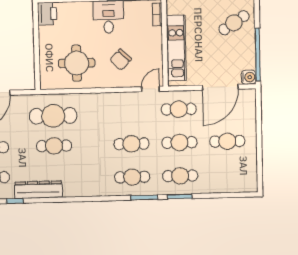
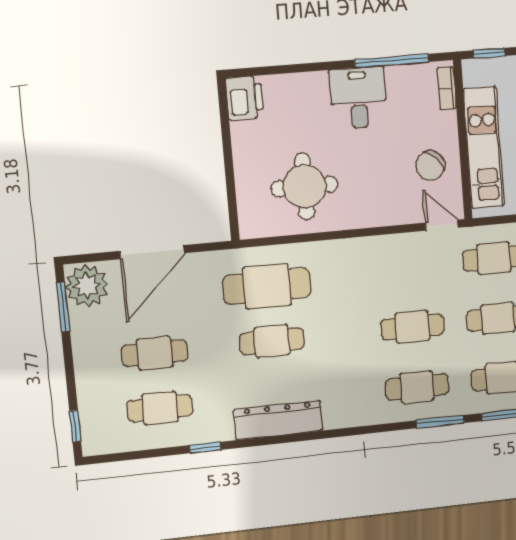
chair: (121, 60) -> (430, 166), moved
door: (151, 89) -> (442, 225), hinge flipped
dresser: (38, 190) -> (278, 420), moved

